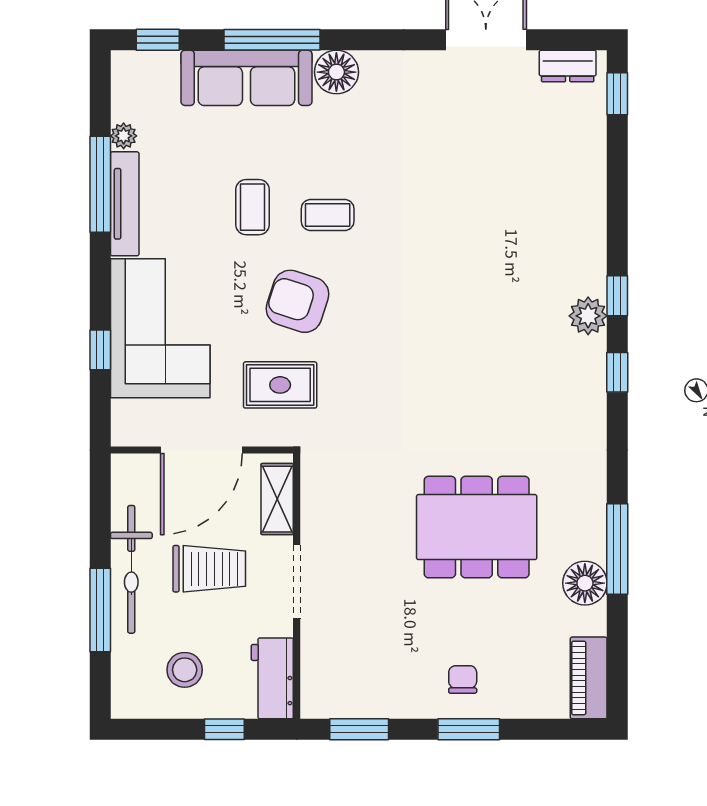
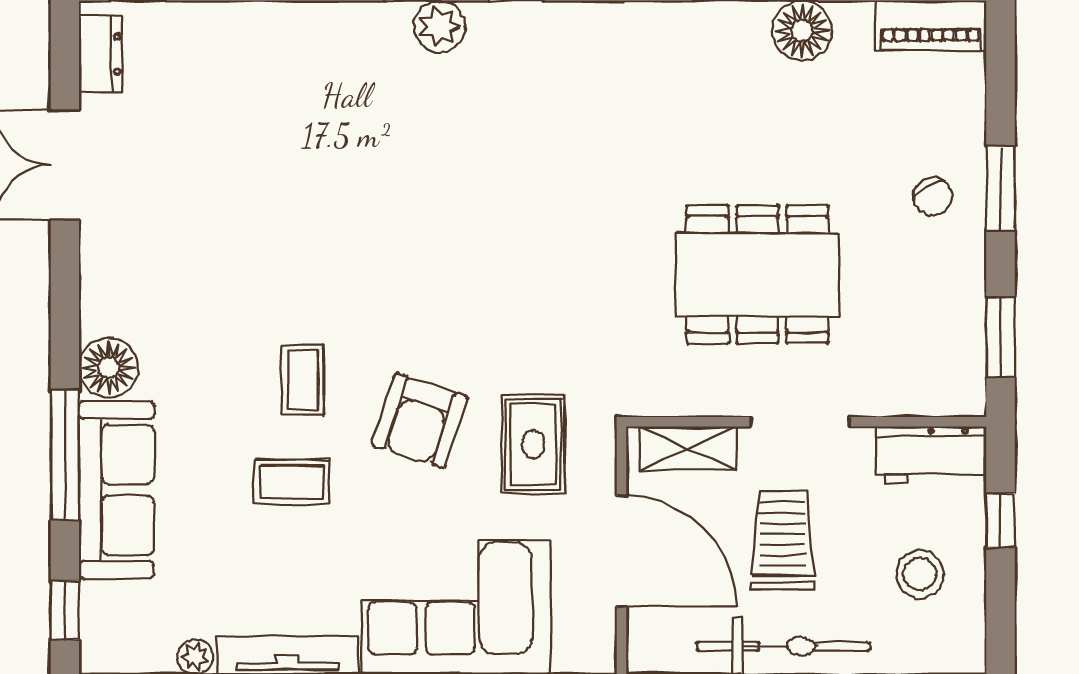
dining table: (477, 527) -> (757, 274), moved, turned 90
chair: (463, 679) -> (933, 197), turned -122

